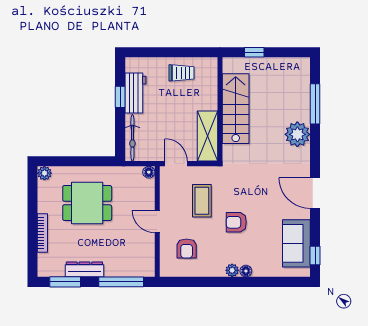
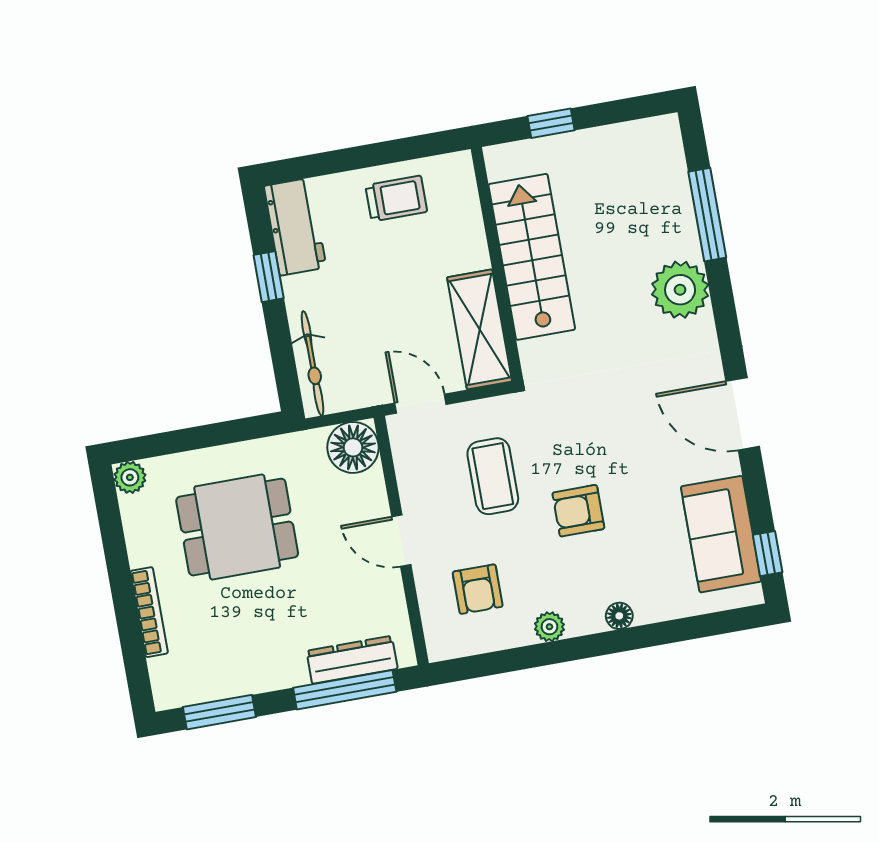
workbench: (135, 93) -> (295, 227), moved
floor lamp: (149, 172) -> (353, 447), width x1.89, depth x1.89
dresser: (84, 269) -> (352, 660), moved
plant: (232, 270) -> (549, 627), moved

